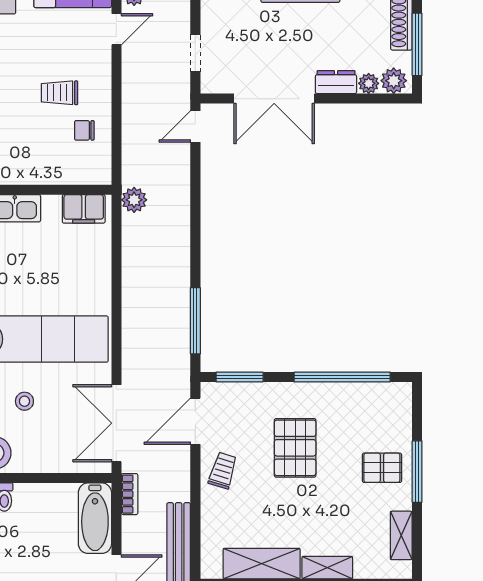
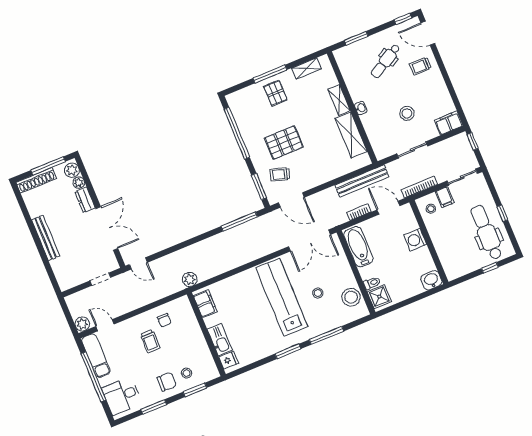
trolley: (223, 471) -> (280, 174), moved
bookcase: (130, 494) -> (359, 212), moved
bathtub: (95, 518) -> (358, 247), moved, turned -90

